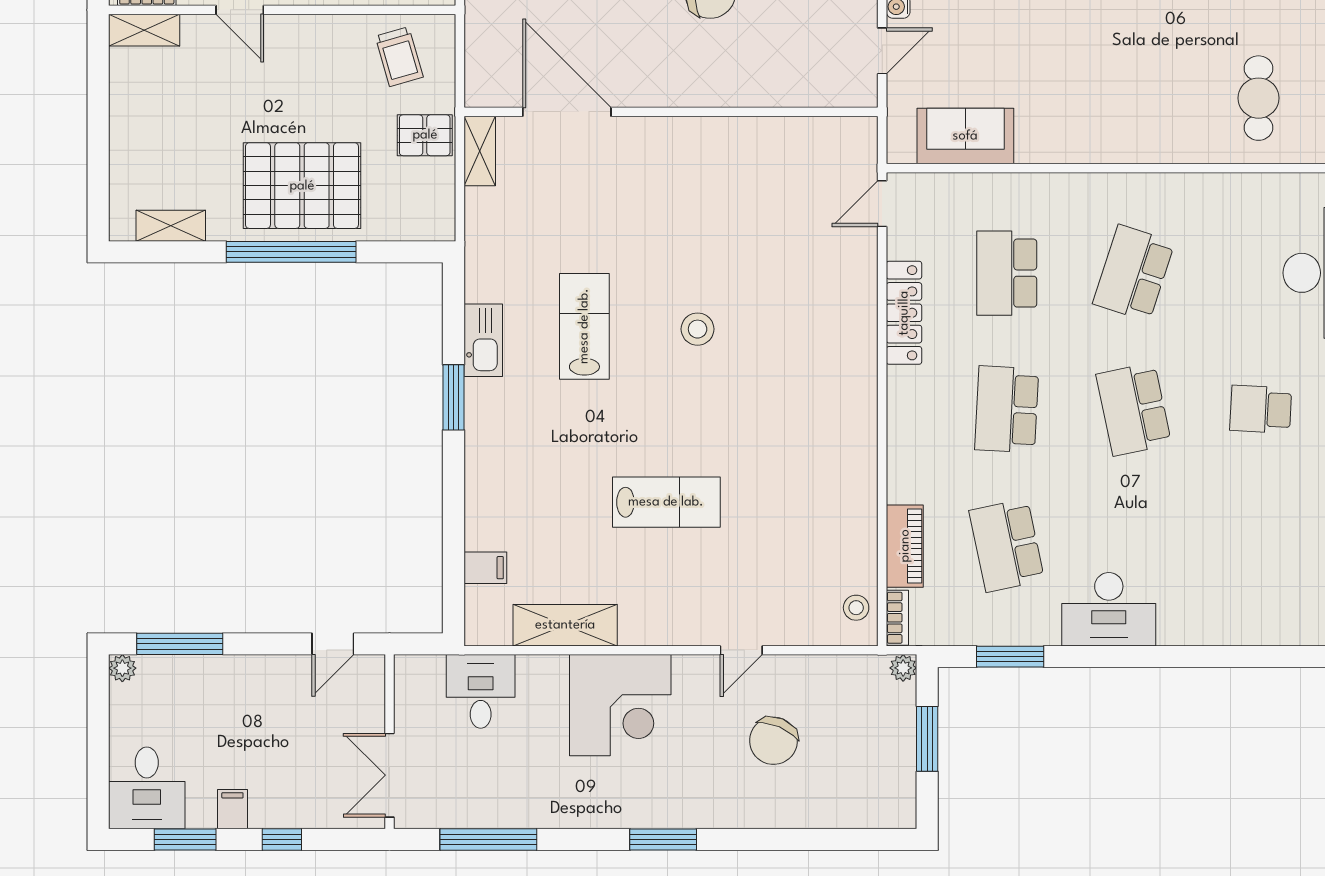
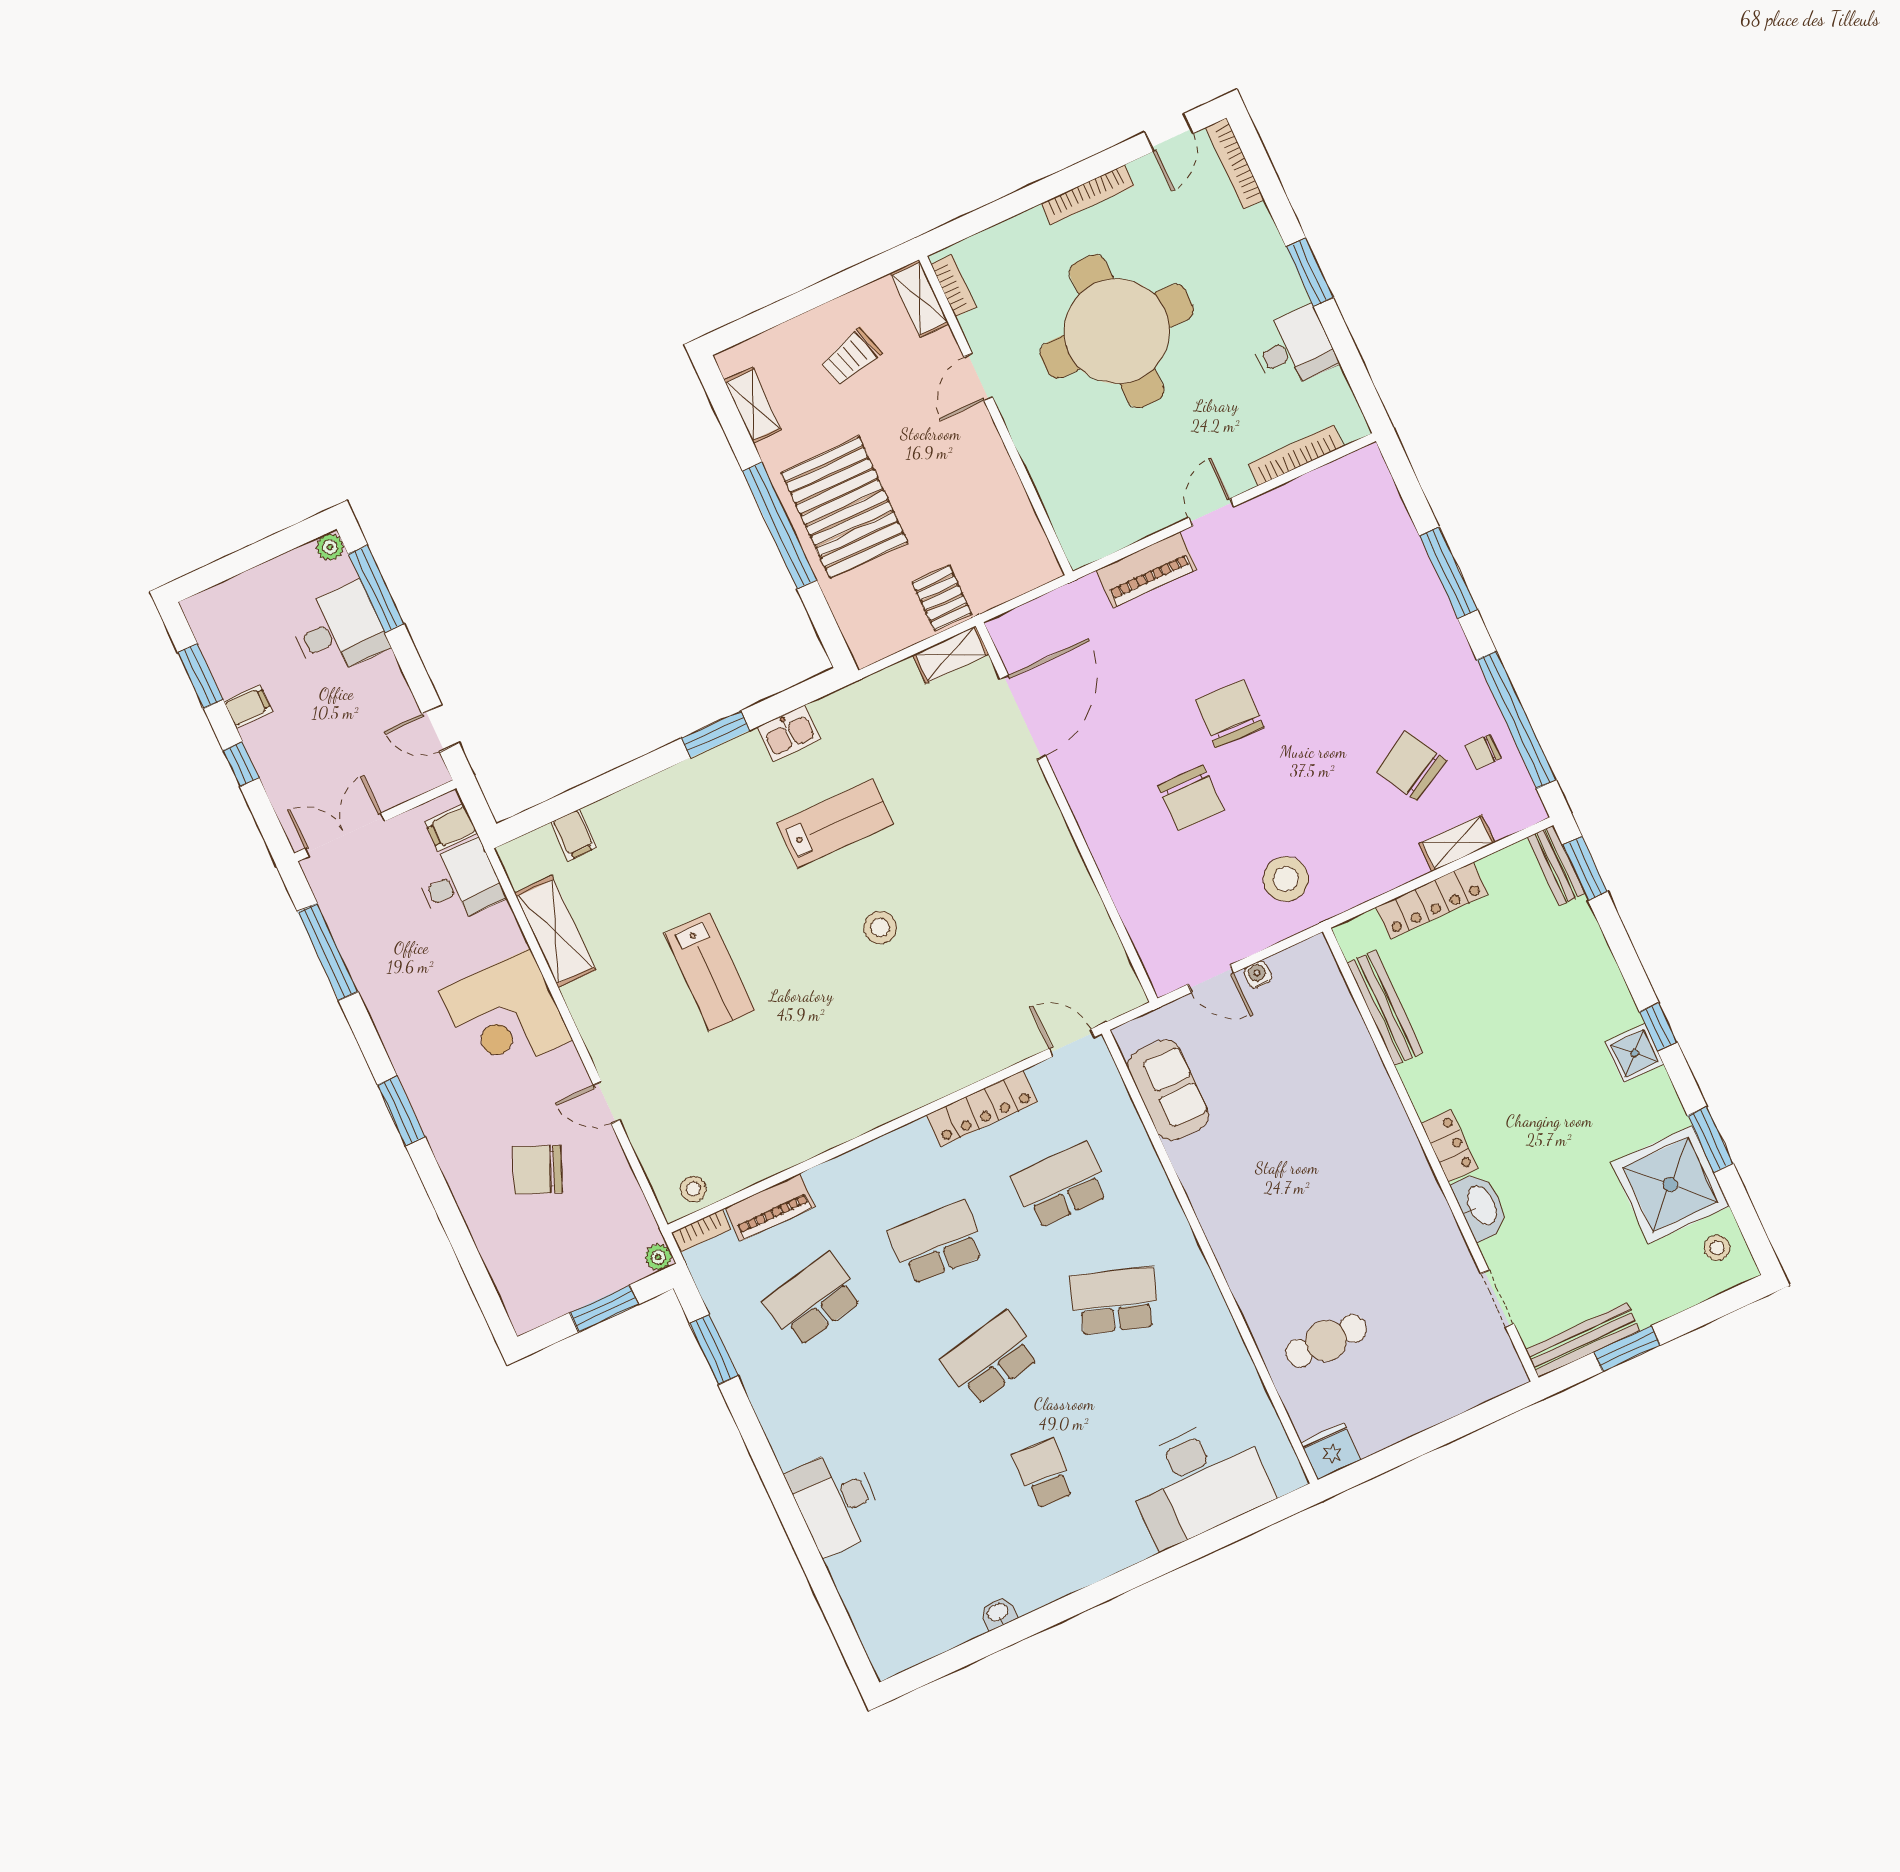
trolley: (399, 57) -> (851, 357), moved
kitchen sink: (483, 340) -> (789, 733), width x0.73
desk: (1109, 609) -> (836, 1502), moved
filing cabinet: (427, 676) -> (451, 828), added
desk: (147, 788) -> (338, 630), moved, turned 180

